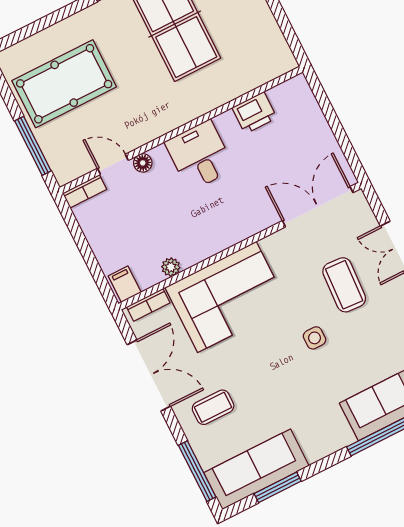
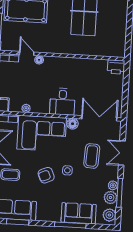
printer: (255, 113) -> (116, 67), moved
desk: (200, 156) -> (62, 102), moved, turned 180
floor lamp: (274, 246) -> (73, 124), added
armchair: (280, 370) -> (46, 175), added

